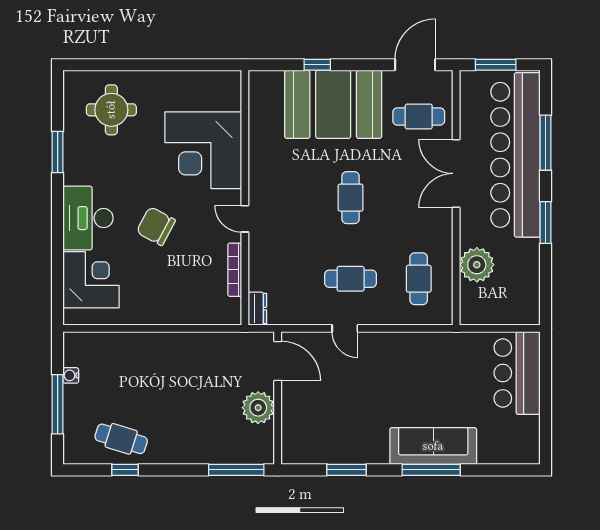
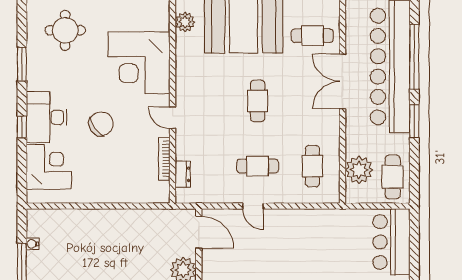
plant: (260, 100) -> (185, 22), added
window: (546, 143) -> (414, 57), width x1.46
chair: (156, 226) -> (101, 124), turned 117
window: (58, 230) -> (22, 127), added
plant: (477, 265) -> (359, 170), moved
cafe table: (519, 292) -> (393, 177), added
dresser: (257, 309) -> (183, 174), moved

